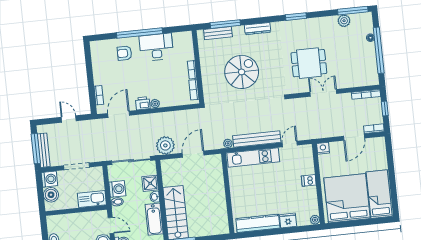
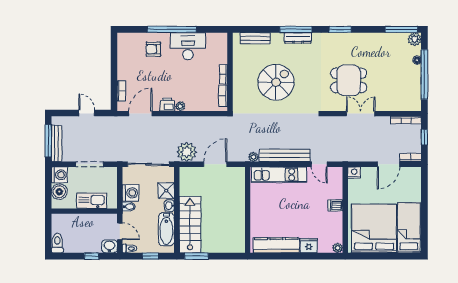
plant: (344, 21) -> (415, 39), moved
window: (225, 24) -> (296, 29), moved
door: (290, 144) -> (319, 164), swing flipped
kitchen sink: (92, 199) -> (92, 201), moved

